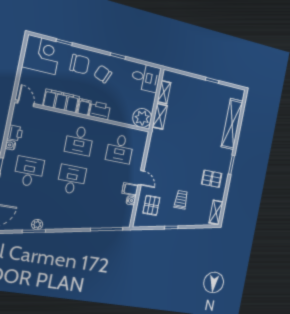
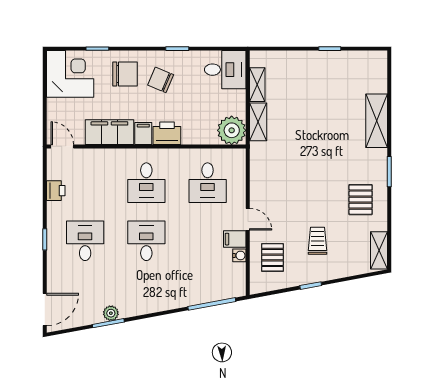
shelving: (232, 124) -> (377, 121), width x0.68
water cooler: (10, 145) -> (53, 209), removed
pallet: (212, 179) -> (361, 200), turned 90

